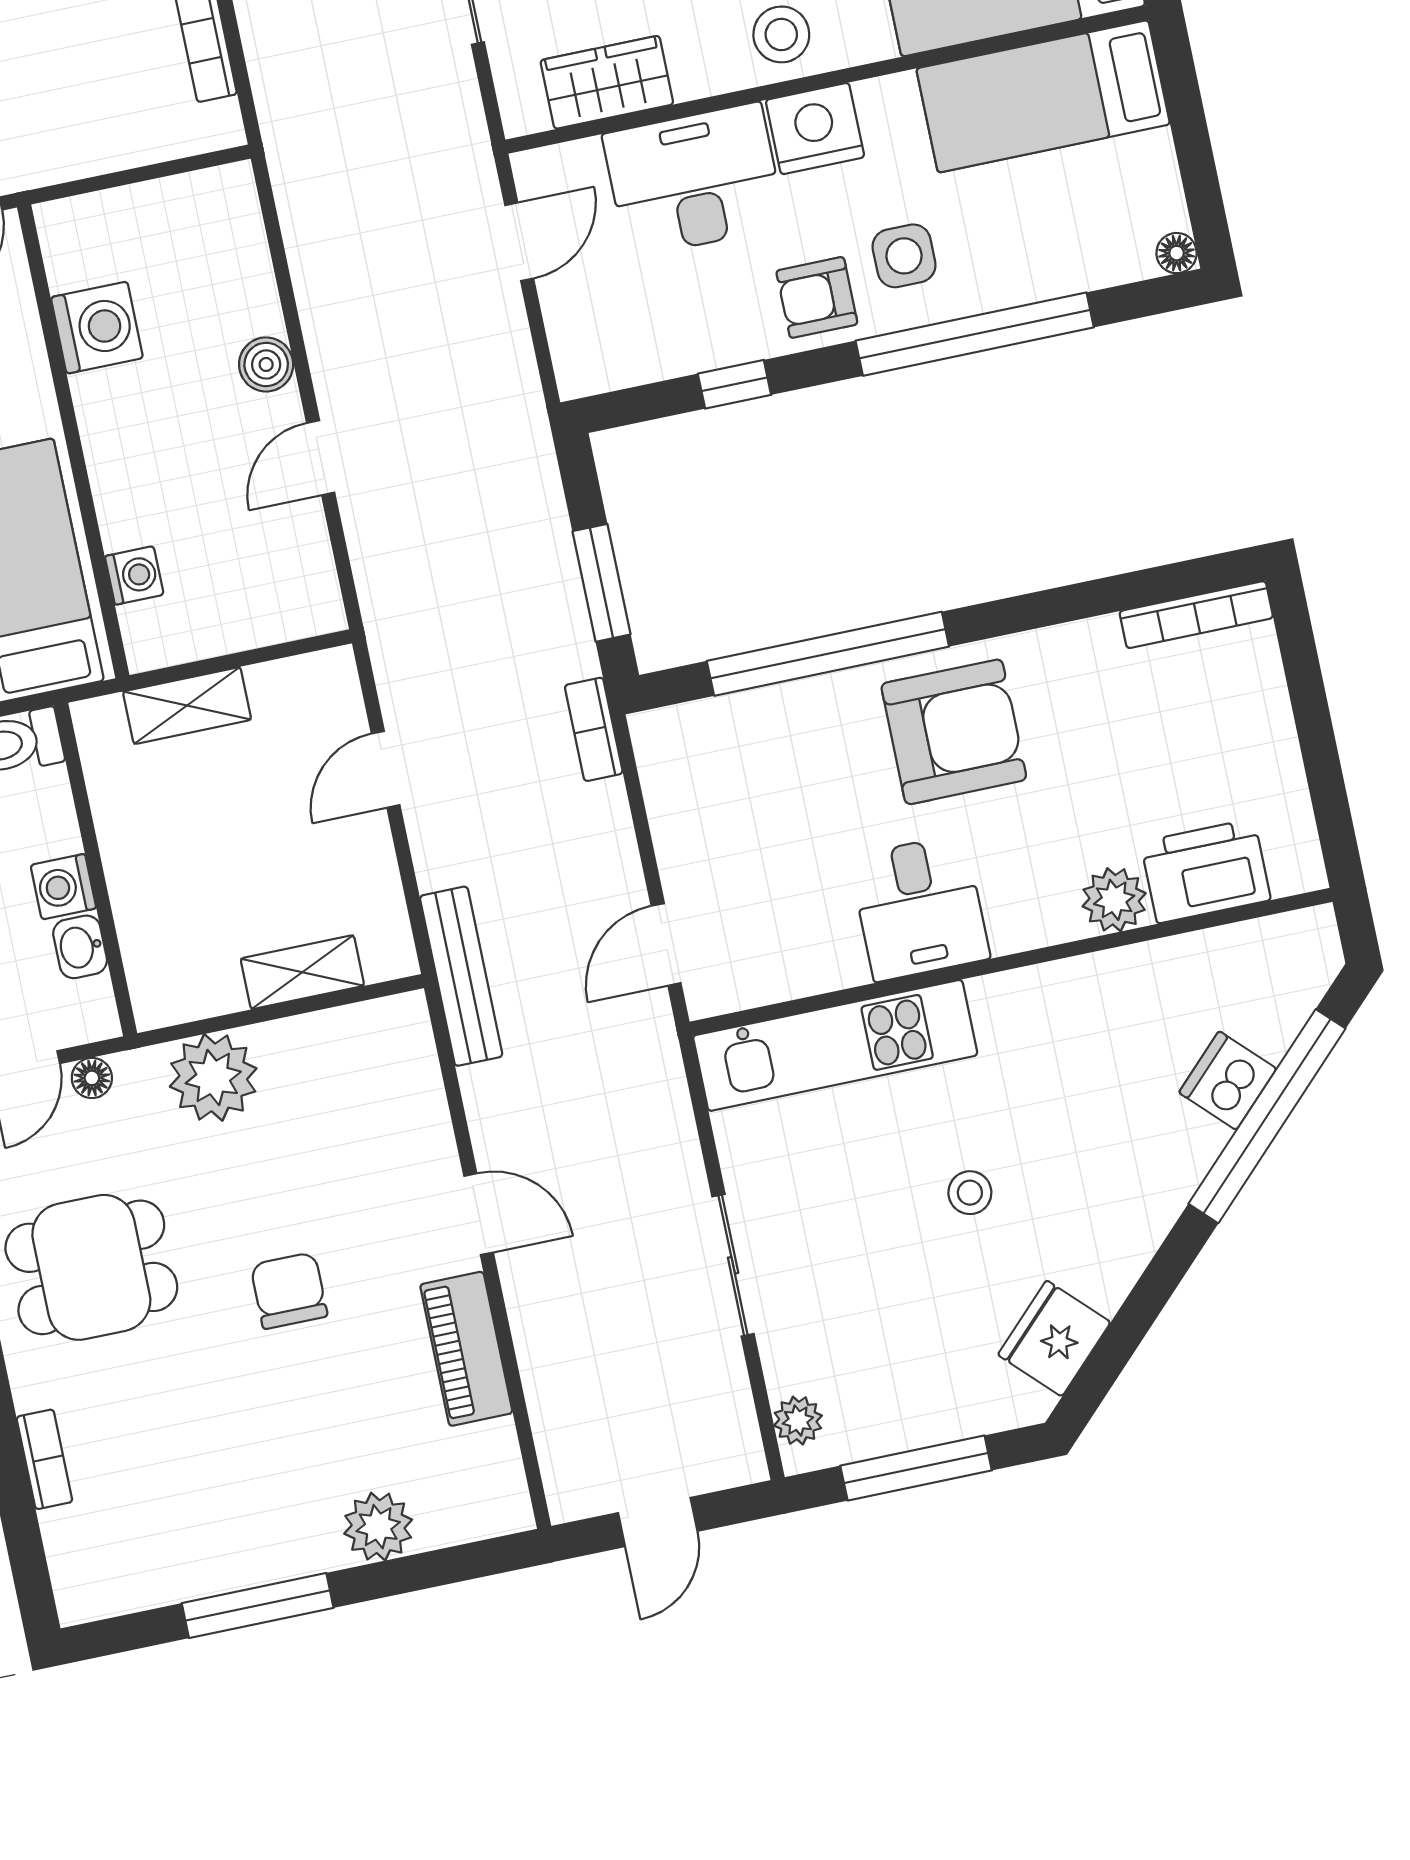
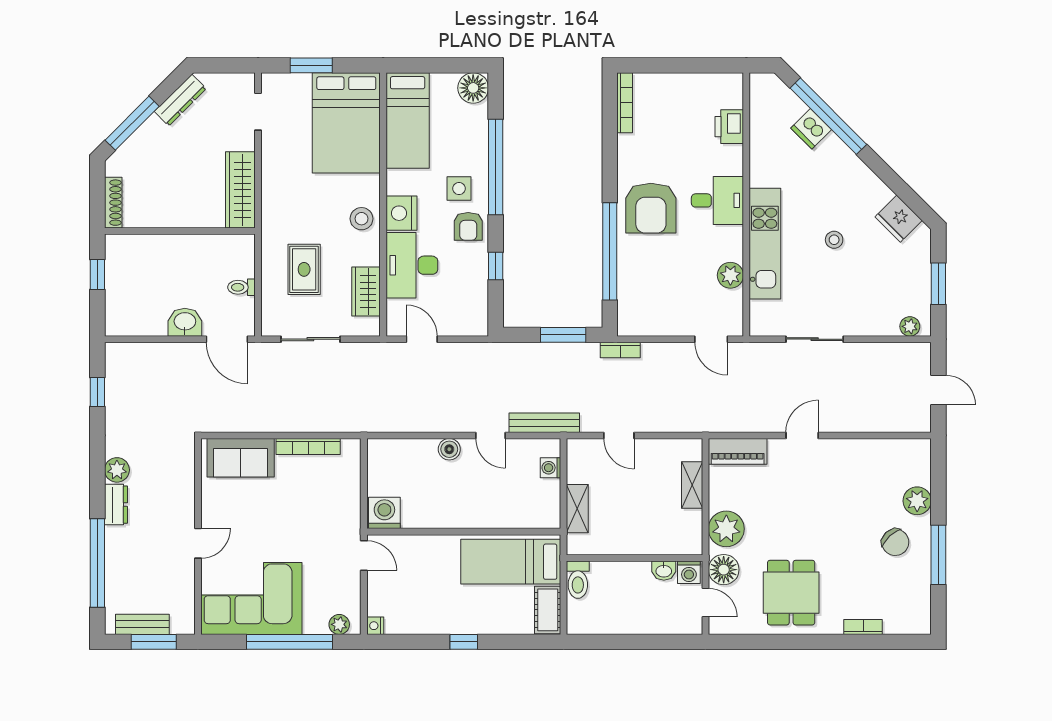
floor lamp: (1177, 253) -> (473, 88), width x1.89, depth x1.89
washing machine: (97, 328) -> (384, 513), moved
washing machine: (134, 575) -> (551, 468), moved, turned -90
armchair: (954, 732) -> (651, 208), turned 180
printer: (1206, 871) -> (729, 127), width x0.73, depth x0.84
washing machine: (63, 887) -> (689, 572), moved
plant: (1114, 900) -> (730, 275), moved
desk: (919, 908) -> (717, 200), moved
bench: (461, 976) -> (544, 423), moved
kitchen unit: (835, 1045) -> (765, 244), moved
floor lamp: (92, 1078) -> (724, 570), width x1.89, depth x1.89
sliding door: (733, 1265) -> (815, 339), moved
chair: (289, 1291) -> (895, 542), moved, turned -133
piano: (466, 1349) -> (738, 451), moved
window: (916, 1468) -> (938, 284), width x0.69

